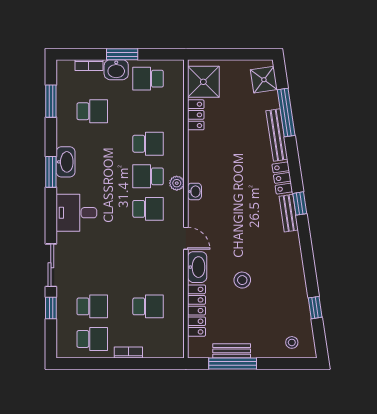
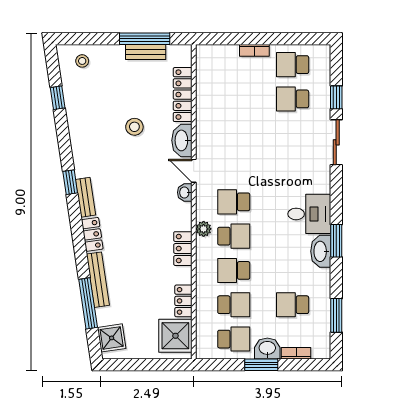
locker: (196, 165) -> (183, 249), added
washbasin: (195, 192) -> (185, 192), moved
window: (300, 203) -> (70, 182), moved
desk: (76, 213) -> (309, 214), moved
school desk: (148, 306) -> (234, 305), moved, turned 180

